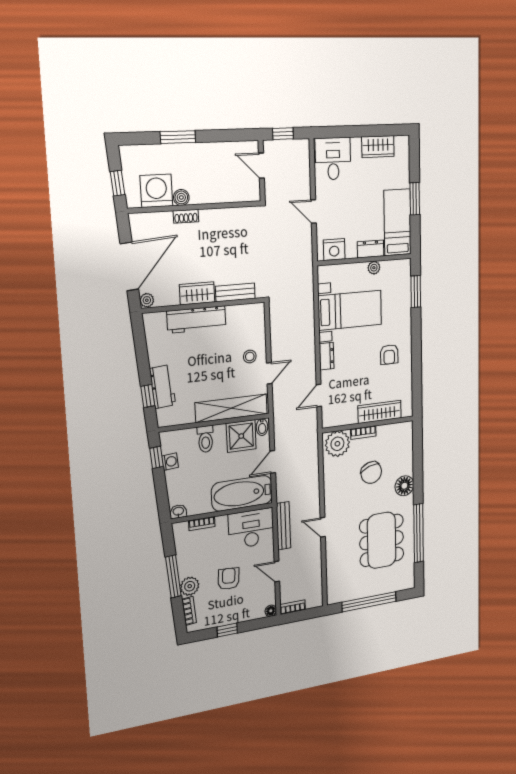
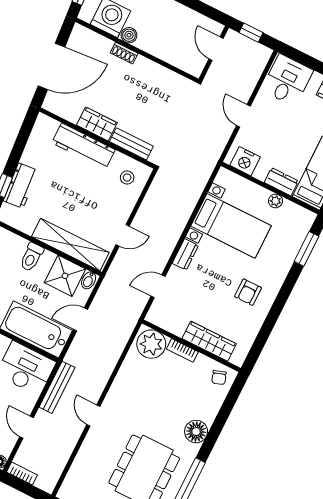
plant: (147, 300) -> (50, 103), removed
stool: (250, 357) -> (127, 178), moved
chair: (371, 473) -> (219, 378), moved, width x0.54, depth x0.54

